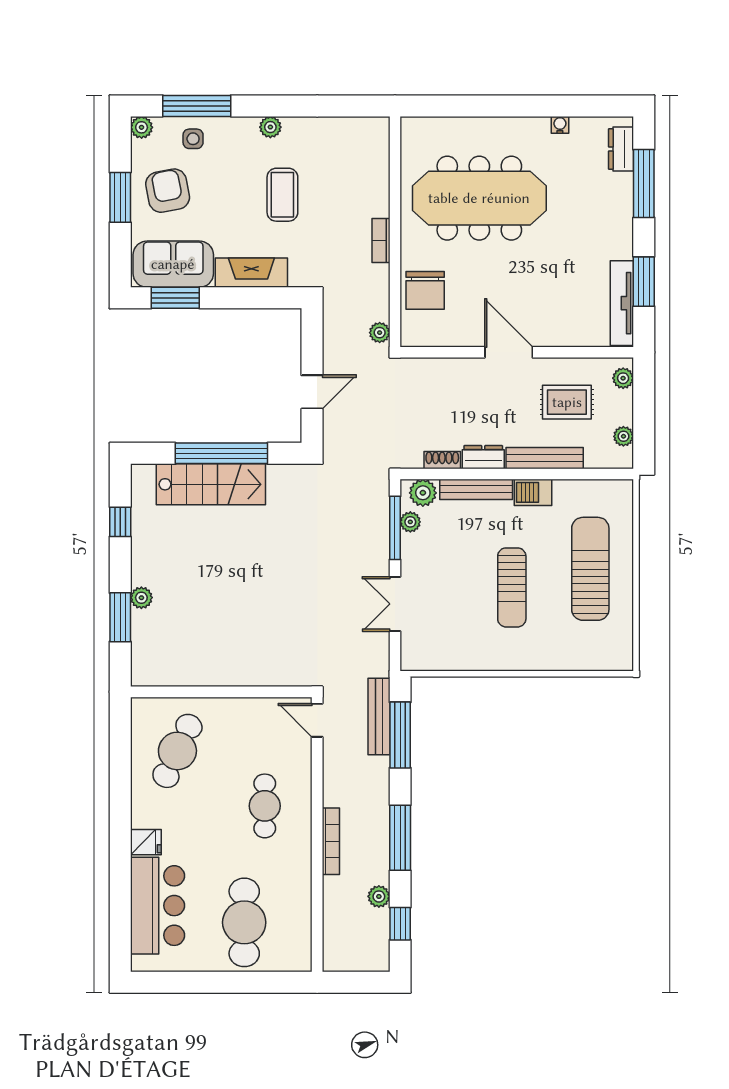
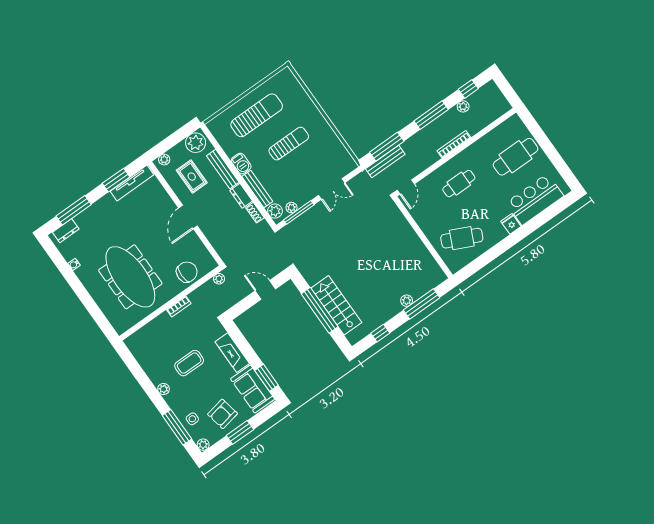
plant: (623, 436) -> (196, 143), width x1.88, depth x1.88
sun lounger: (590, 569) -> (257, 115), turned 180
window: (120, 617) -> (422, 304), width x1.44

